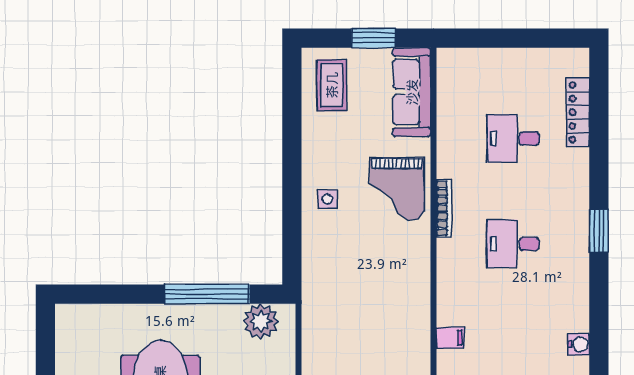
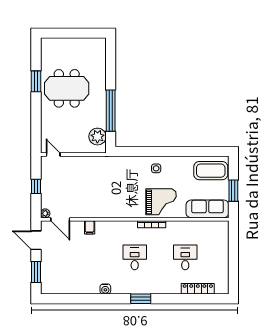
coffee table: (332, 85) -> (211, 171), width x1.36, depth x1.32
grand piano: (397, 189) -> (161, 202), turned 180
water cooler: (579, 344) -> (105, 289), moved

